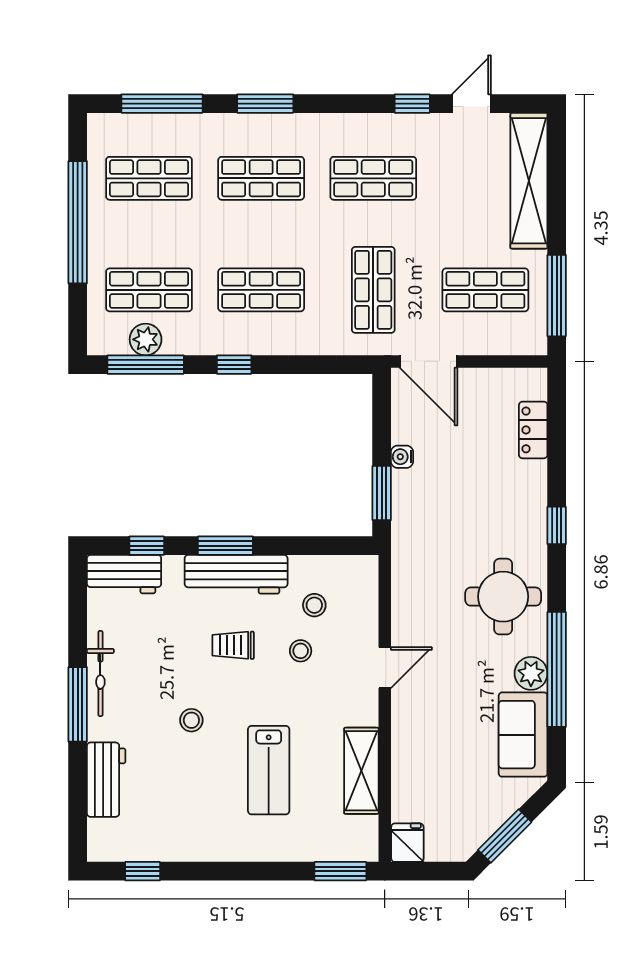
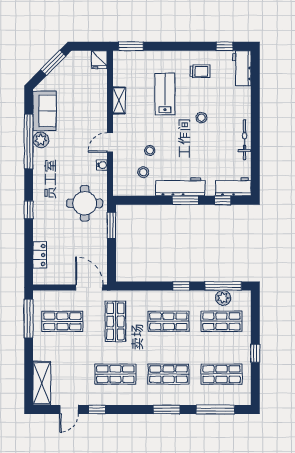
shelving: (529, 181) -> (42, 383), width x0.68
window: (78, 222) -> (255, 353), width x0.32
water cooler: (402, 457) -> (102, 165), moved
round table: (503, 597) -> (85, 203), moved
trolley: (233, 645) -> (200, 71), moved
window: (78, 704) -> (255, 125), removed
shelving: (361, 771) -> (119, 101), width x0.67, depth x0.75
workbench: (106, 780) -> (242, 68), moved

